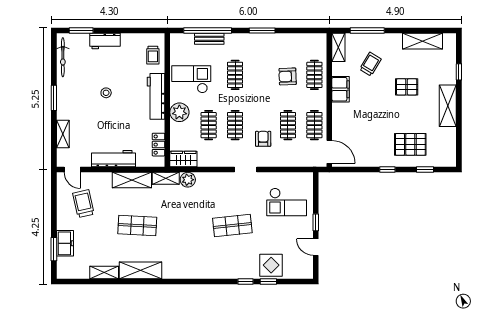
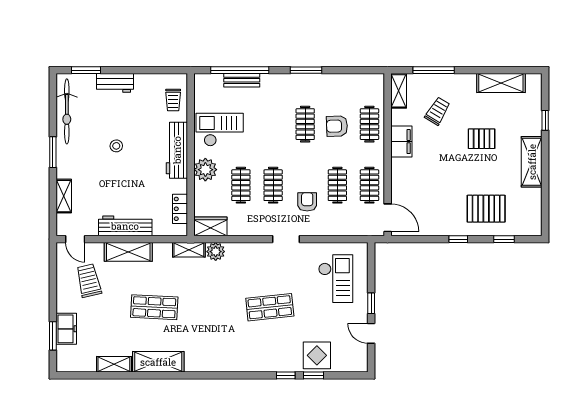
bicycle: (63, 57) -> (67, 111), width x1.37, depth x1.40
clothes rail: (235, 75) -> (305, 124), moved
shelving: (132, 180) -> (128, 252), moved
checkout: (287, 202) -> (336, 279), turned -90

